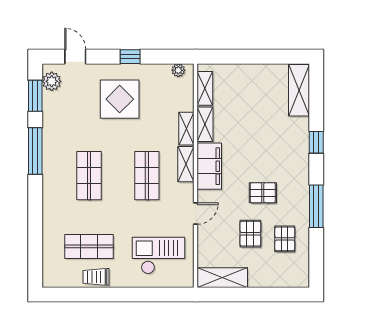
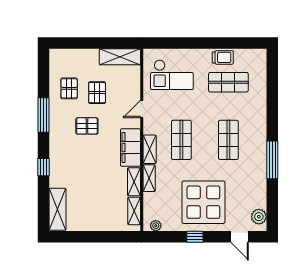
window: (35, 96) -> (272, 205), removed
display table: (120, 99) -> (203, 202), width x1.36, depth x1.36

